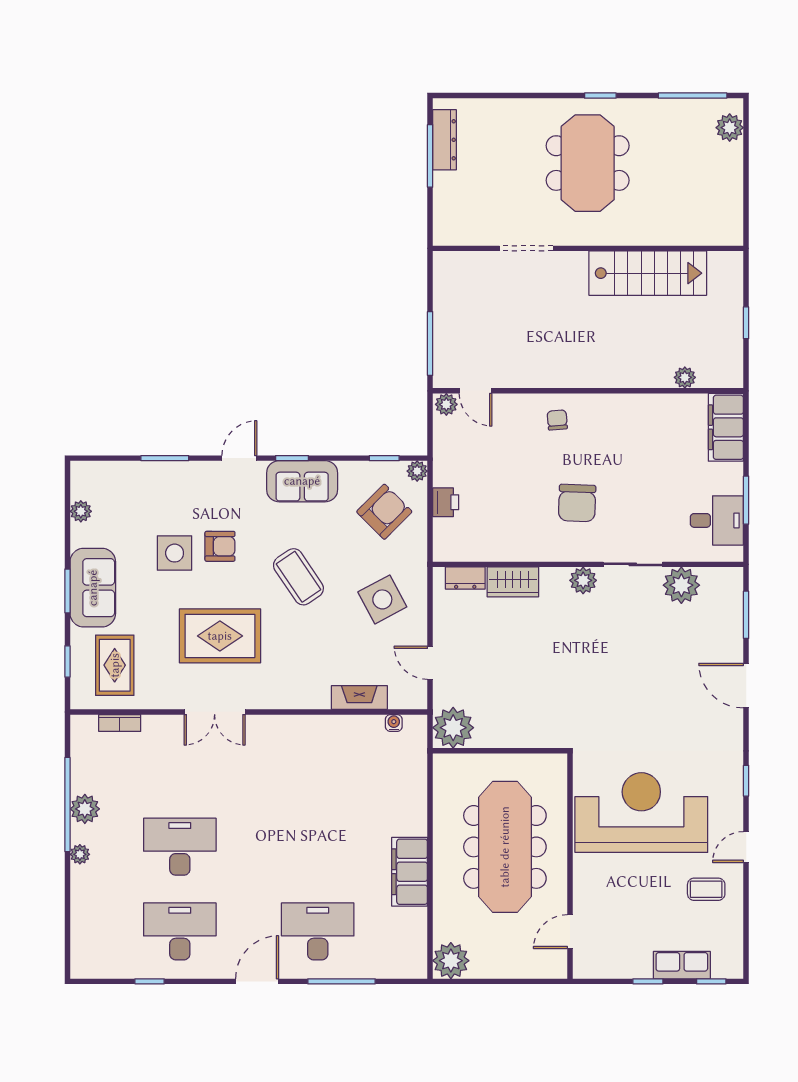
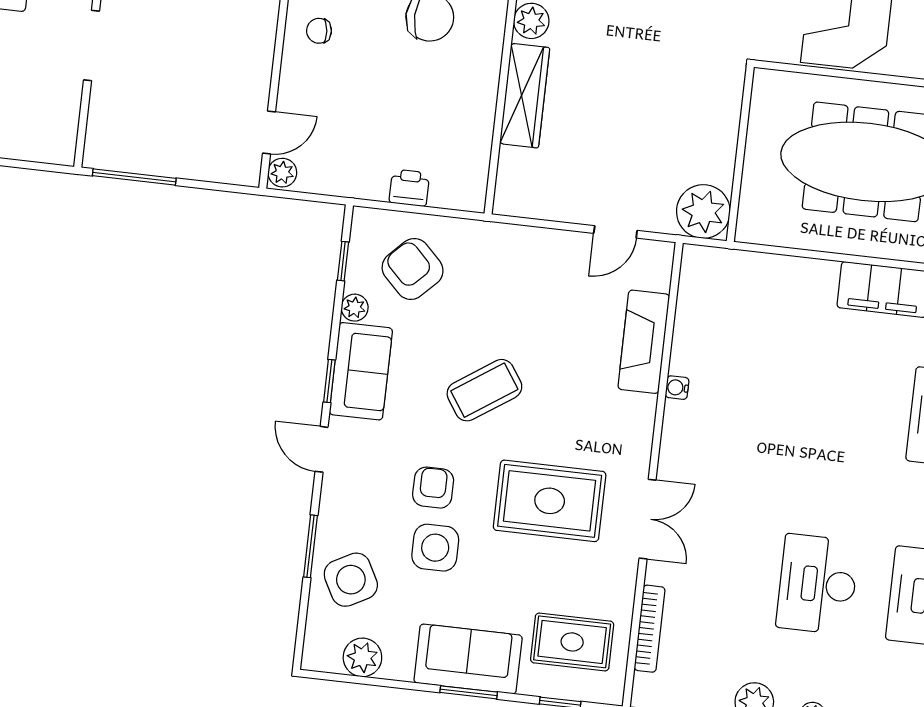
window: (430, 343) -> (134, 177), moved
plant: (417, 471) -> (355, 308), moved
plant: (81, 511) -> (362, 657), width x1.38, depth x1.38
dresser: (465, 578) -> (511, 174), removed
wardrobe: (513, 582) -> (525, 96), width x1.50
side table: (382, 599) -> (351, 580), moved
rug: (220, 636) -> (550, 501), turned 90
fireplace: (359, 697) -> (644, 342), width x1.37, depth x1.32
bookcase: (120, 723) -> (650, 629), width x1.56
water cooler: (394, 723) -> (677, 388), moved

